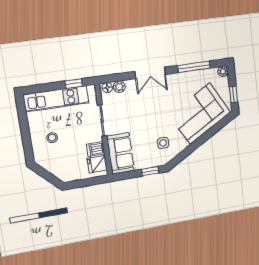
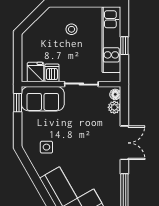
double door: (150, 73) -> (124, 143), swing flipped
window: (74, 84) -> (124, 46), moved
window: (150, 171) -> (18, 103), moved

